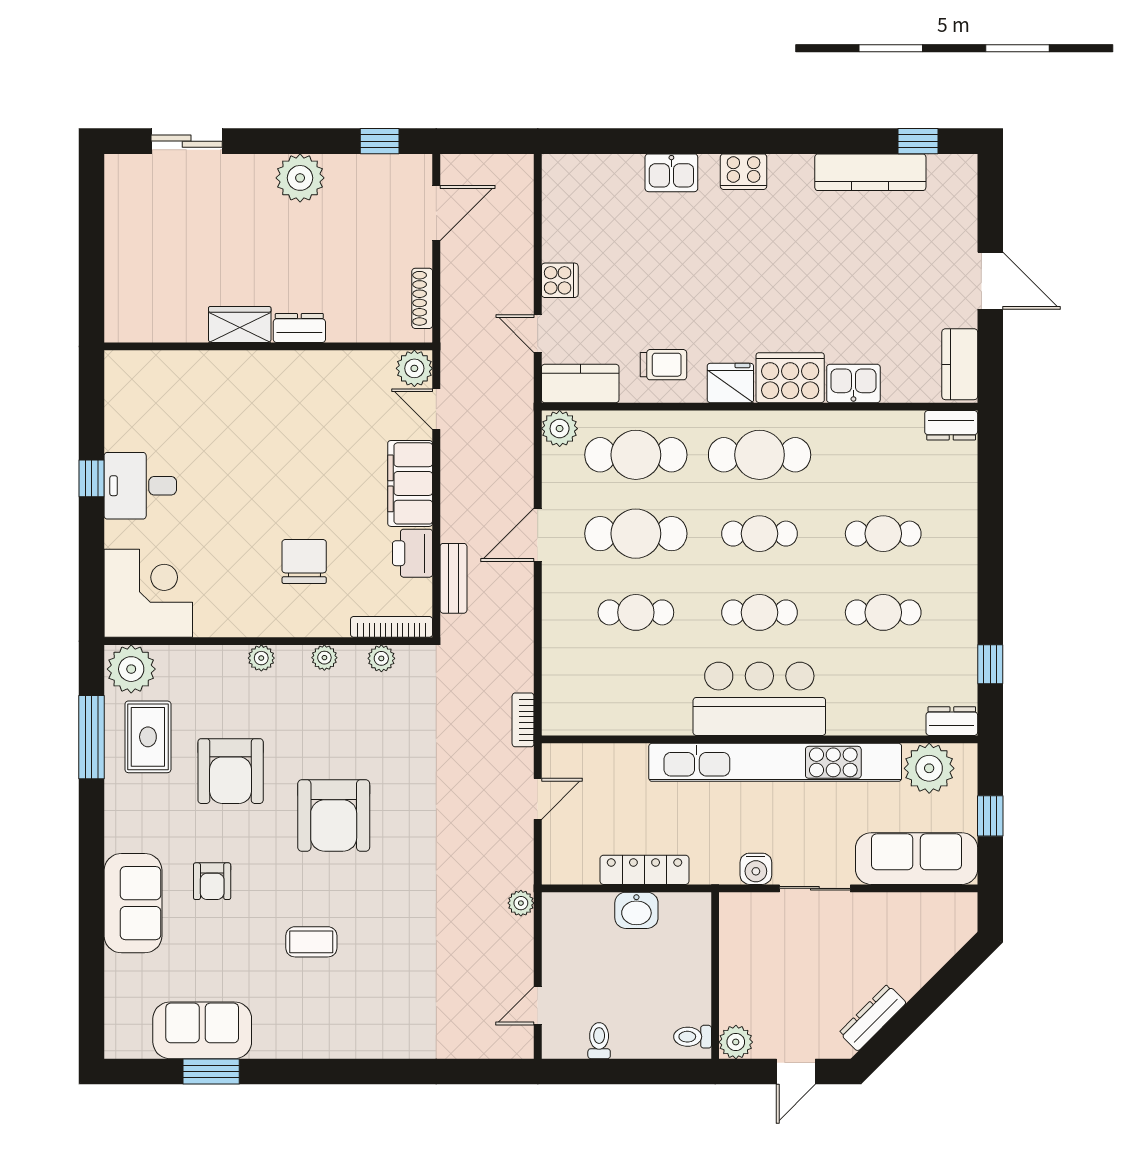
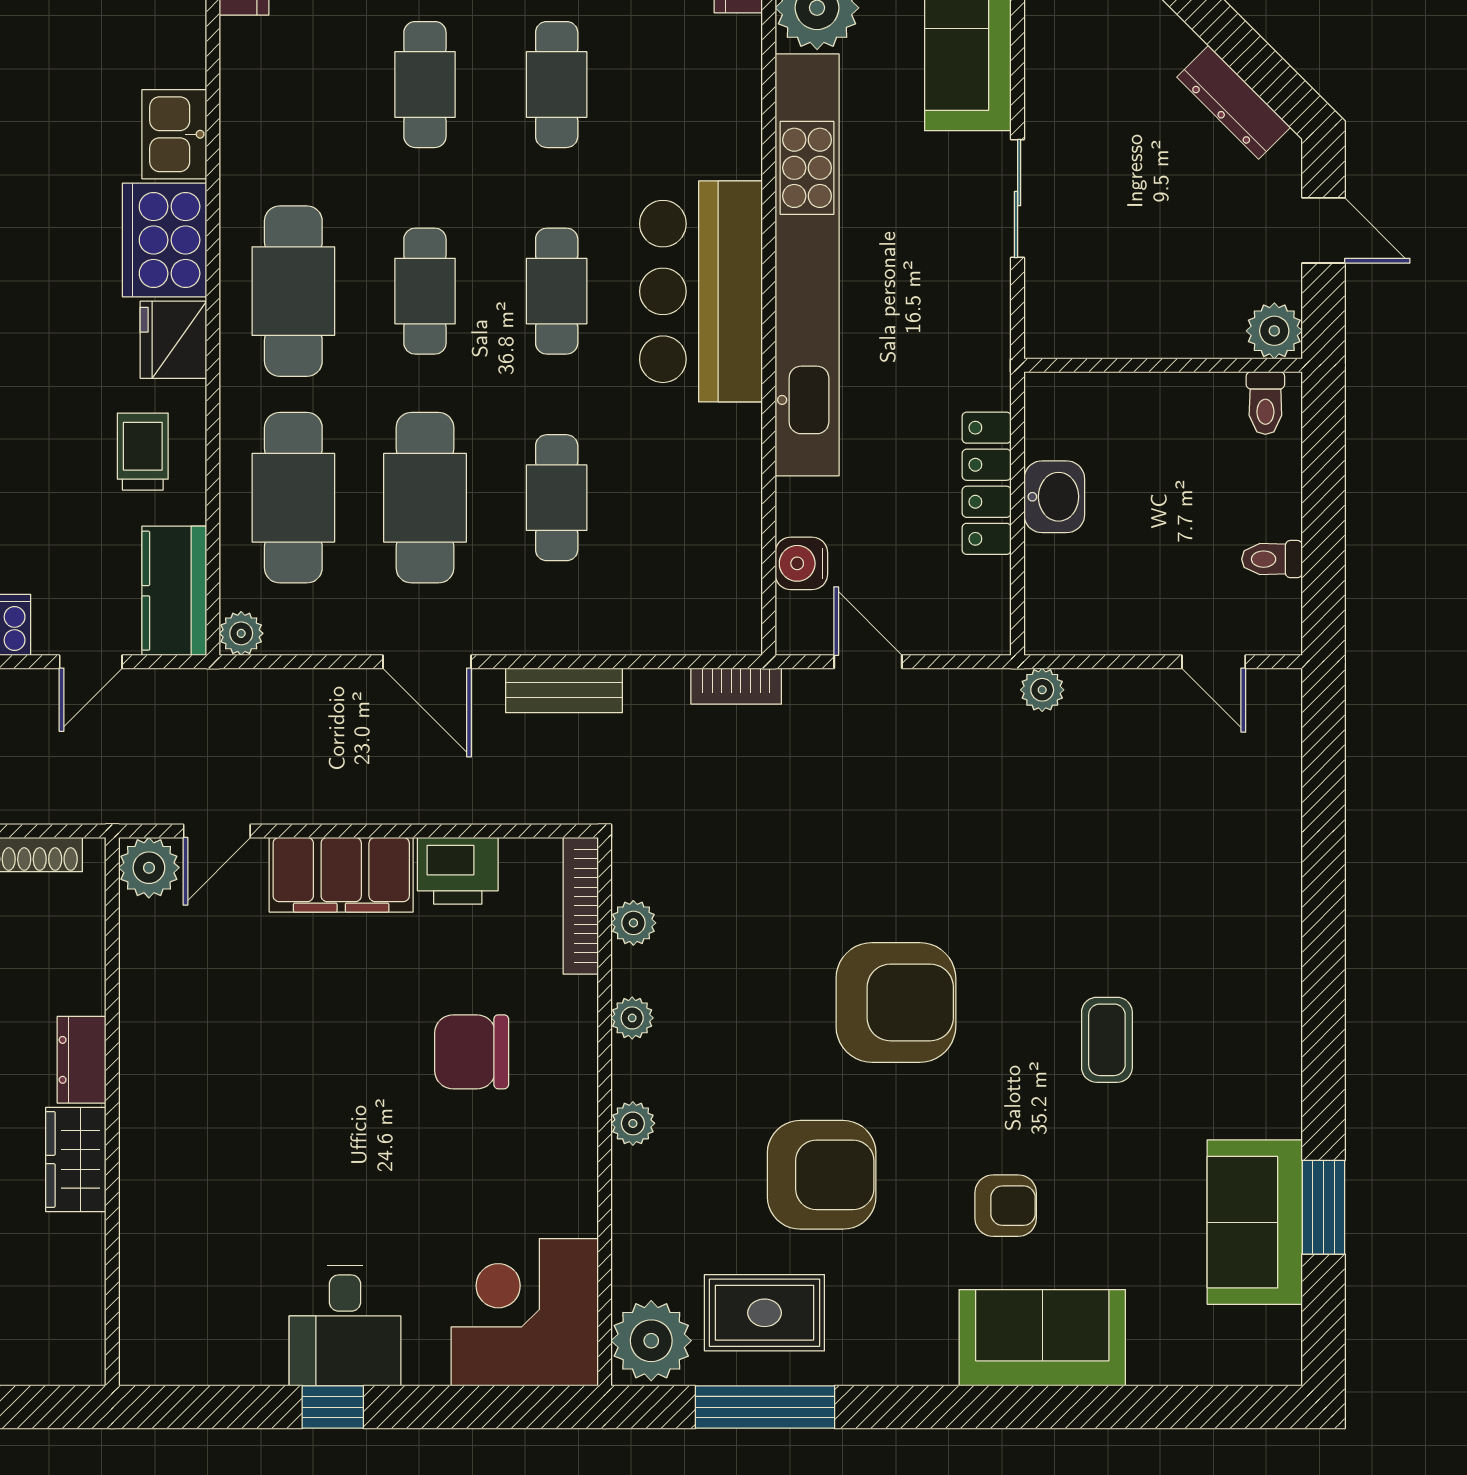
plant: (560, 429) -> (241, 633), width x0.73, depth x0.73
bench: (453, 578) -> (564, 690), moved
water cooler: (756, 869) -> (801, 563), moved, turned 180

